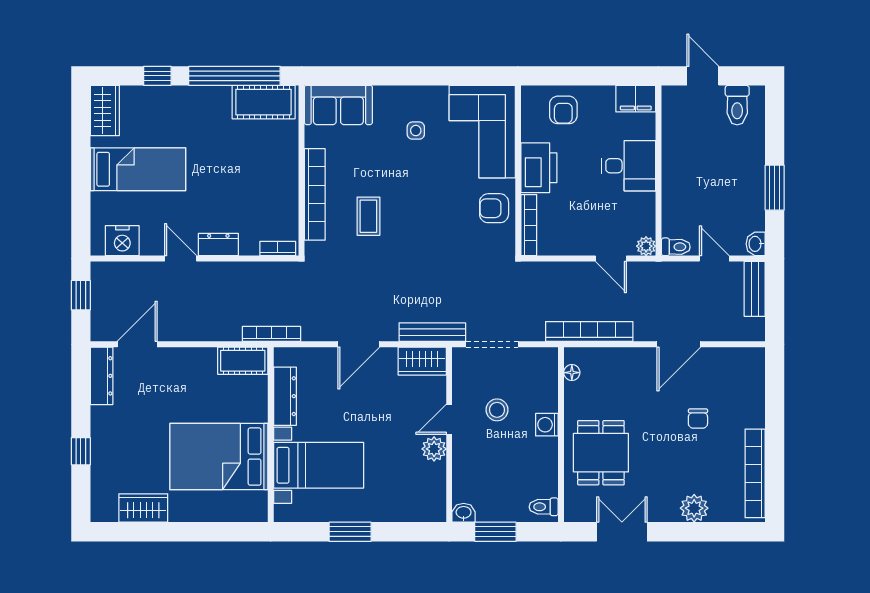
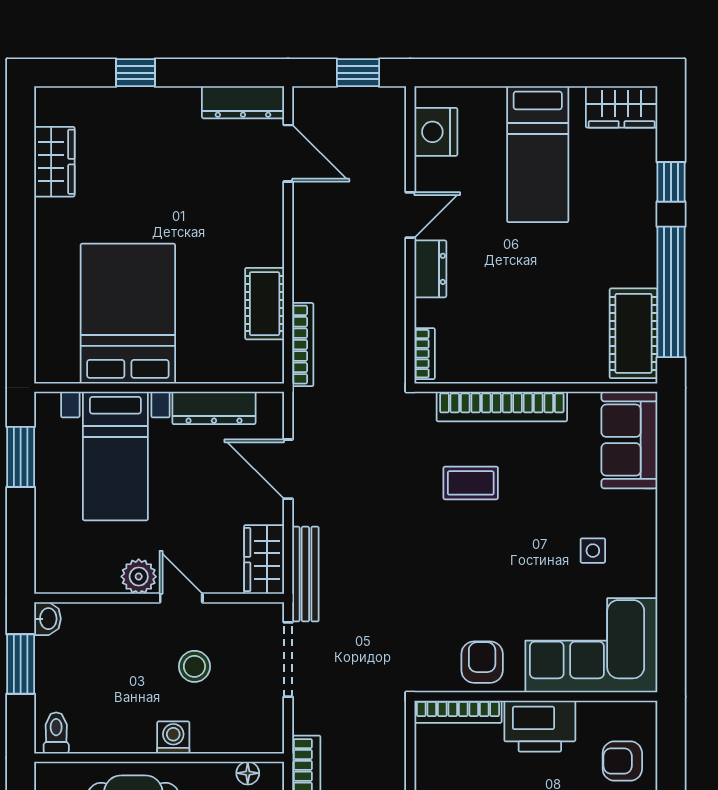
dresser: (285, 396) -> (214, 408), moved
wall: (271, 435) -> (159, 388), moved
bed: (219, 457) -> (128, 314), moved
bed with nightstands: (319, 465) -> (115, 456), moved

